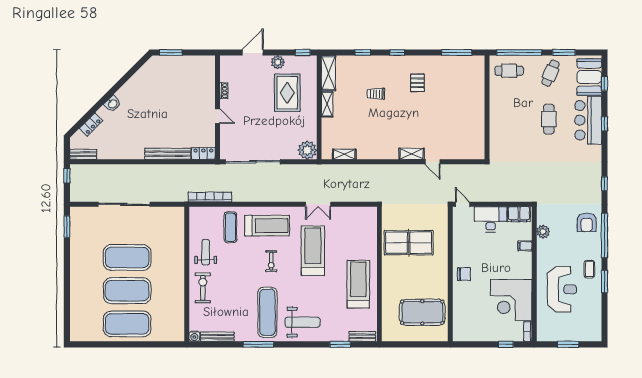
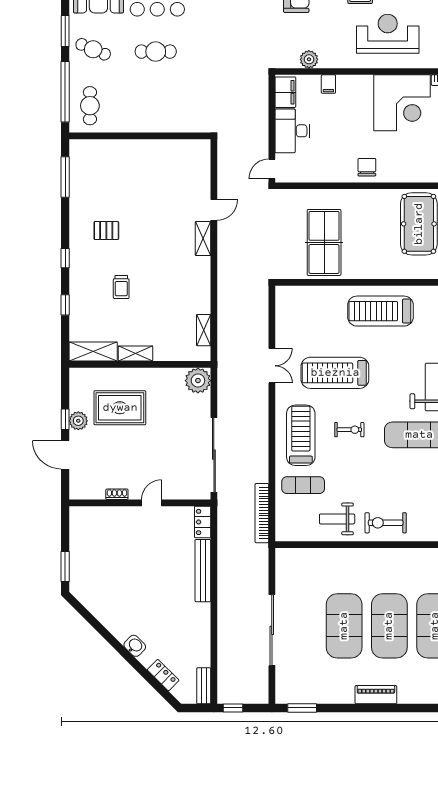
window: (303, 53) -> (65, 419), moved
piano: (77, 281) -> (376, 695), added

